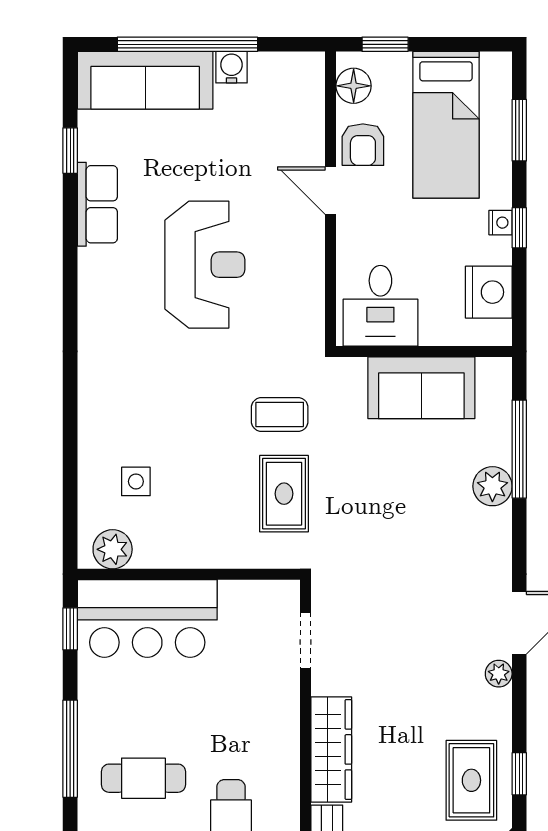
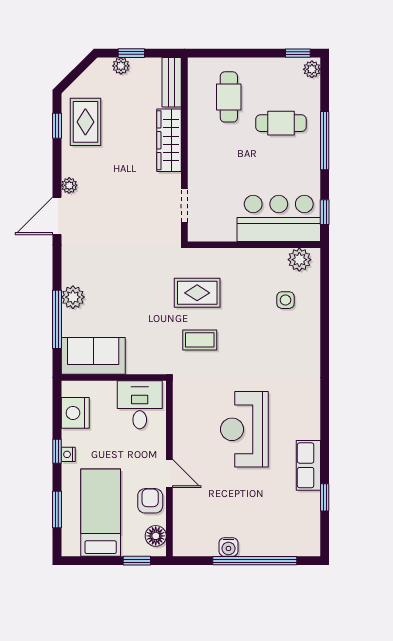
sofa: (145, 80) -> (280, 539), removed
sofa: (421, 388) -> (93, 356), moved
rug: (284, 494) -> (197, 293), turned 90

